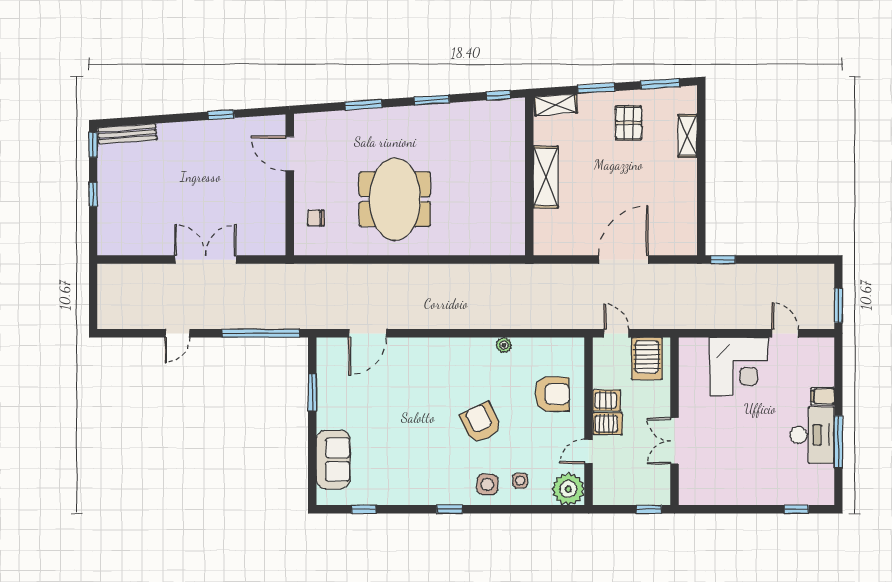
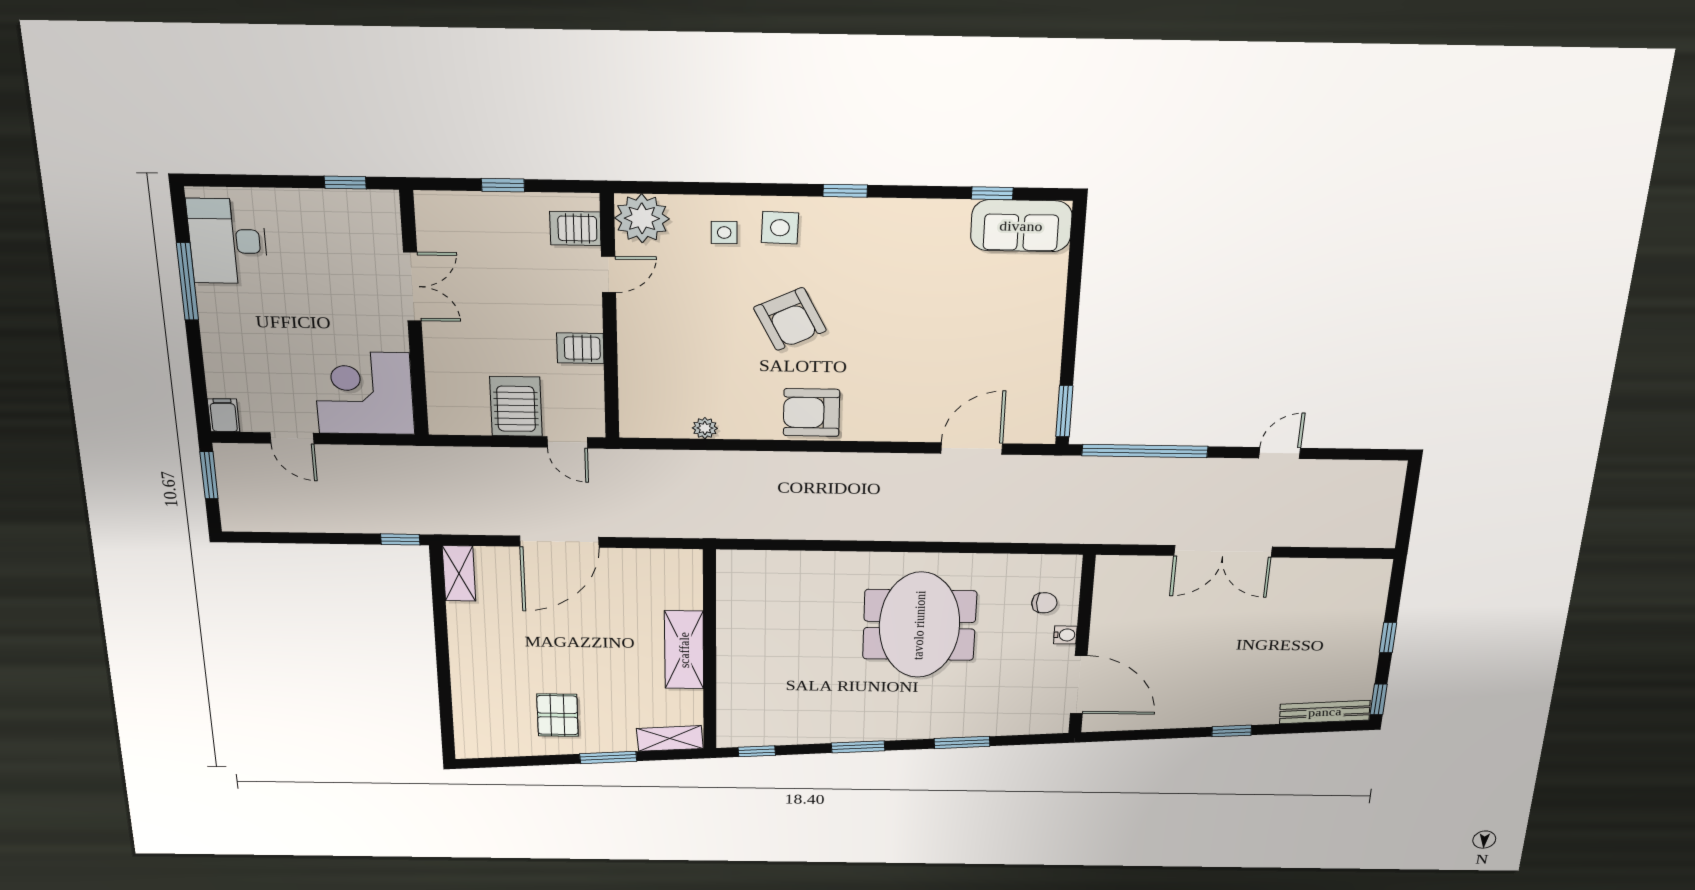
window: (660, 84) -> (512, 762), removed
window: (221, 115) -> (1232, 731), moved
shelving: (688, 136) -> (459, 573), moved
door: (290, 154) -> (1079, 684), width x1.36
water cooler: (301, 193) -> (1065, 635), added
plant: (504, 345) -> (705, 428), moved
window: (312, 392) -> (1064, 411), moved
armchair: (552, 394) -> (811, 413), moved
filing cabinet: (823, 396) -> (224, 415), moved, turned -90
wall: (675, 421) -> (414, 315), moved
server rack: (607, 424) -> (575, 228), moved
desk: (812, 435) -> (228, 241), moved
double door: (675, 441) -> (412, 287), moved
sofa: (333, 460) -> (1021, 226), moved, turned -90
window: (796, 509) -> (345, 183), moved

